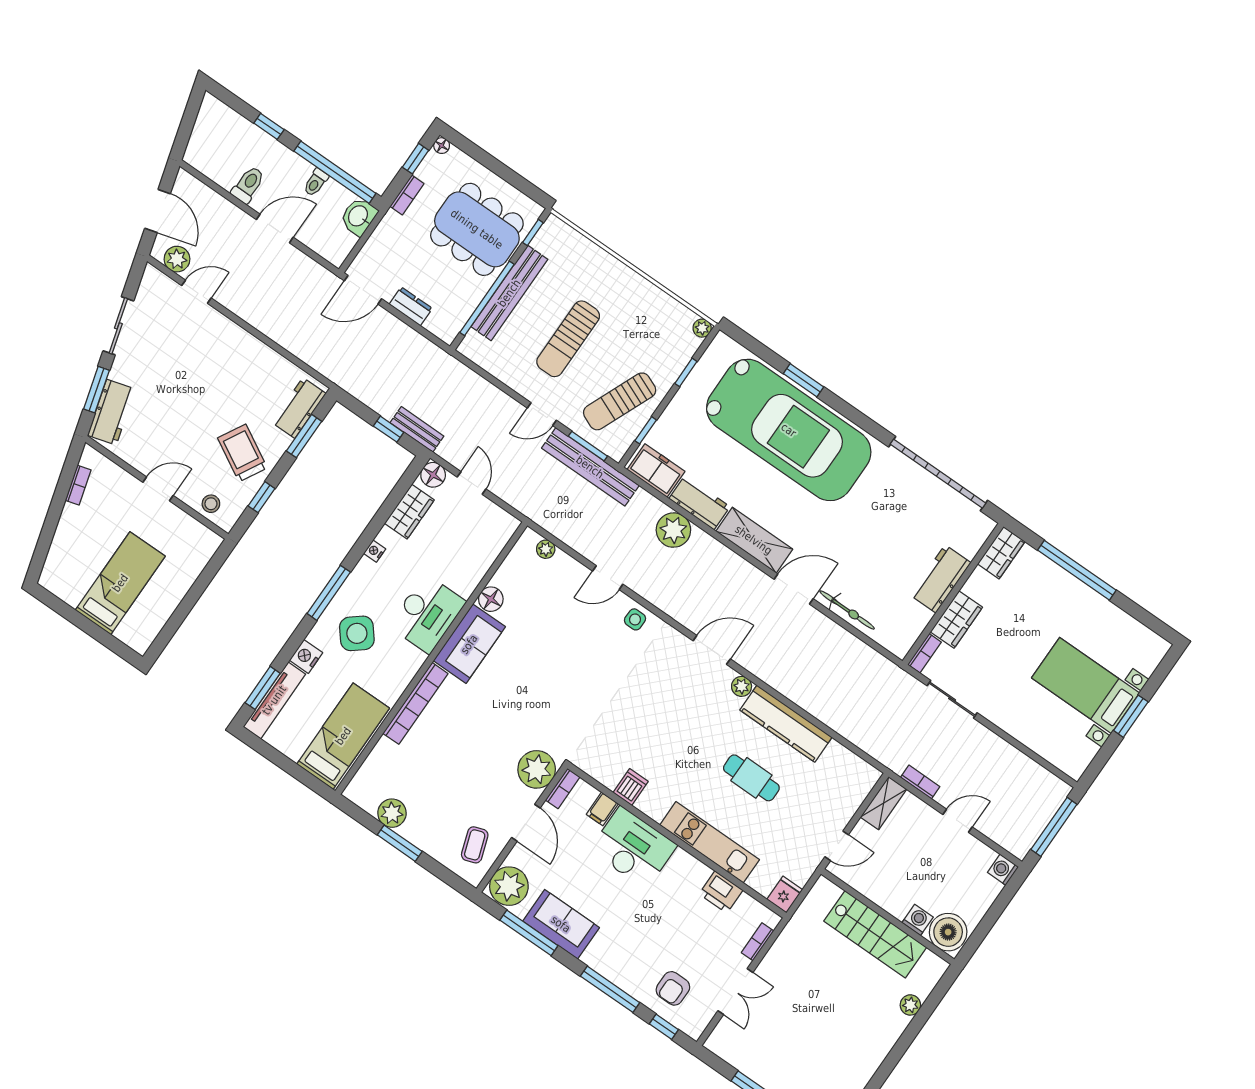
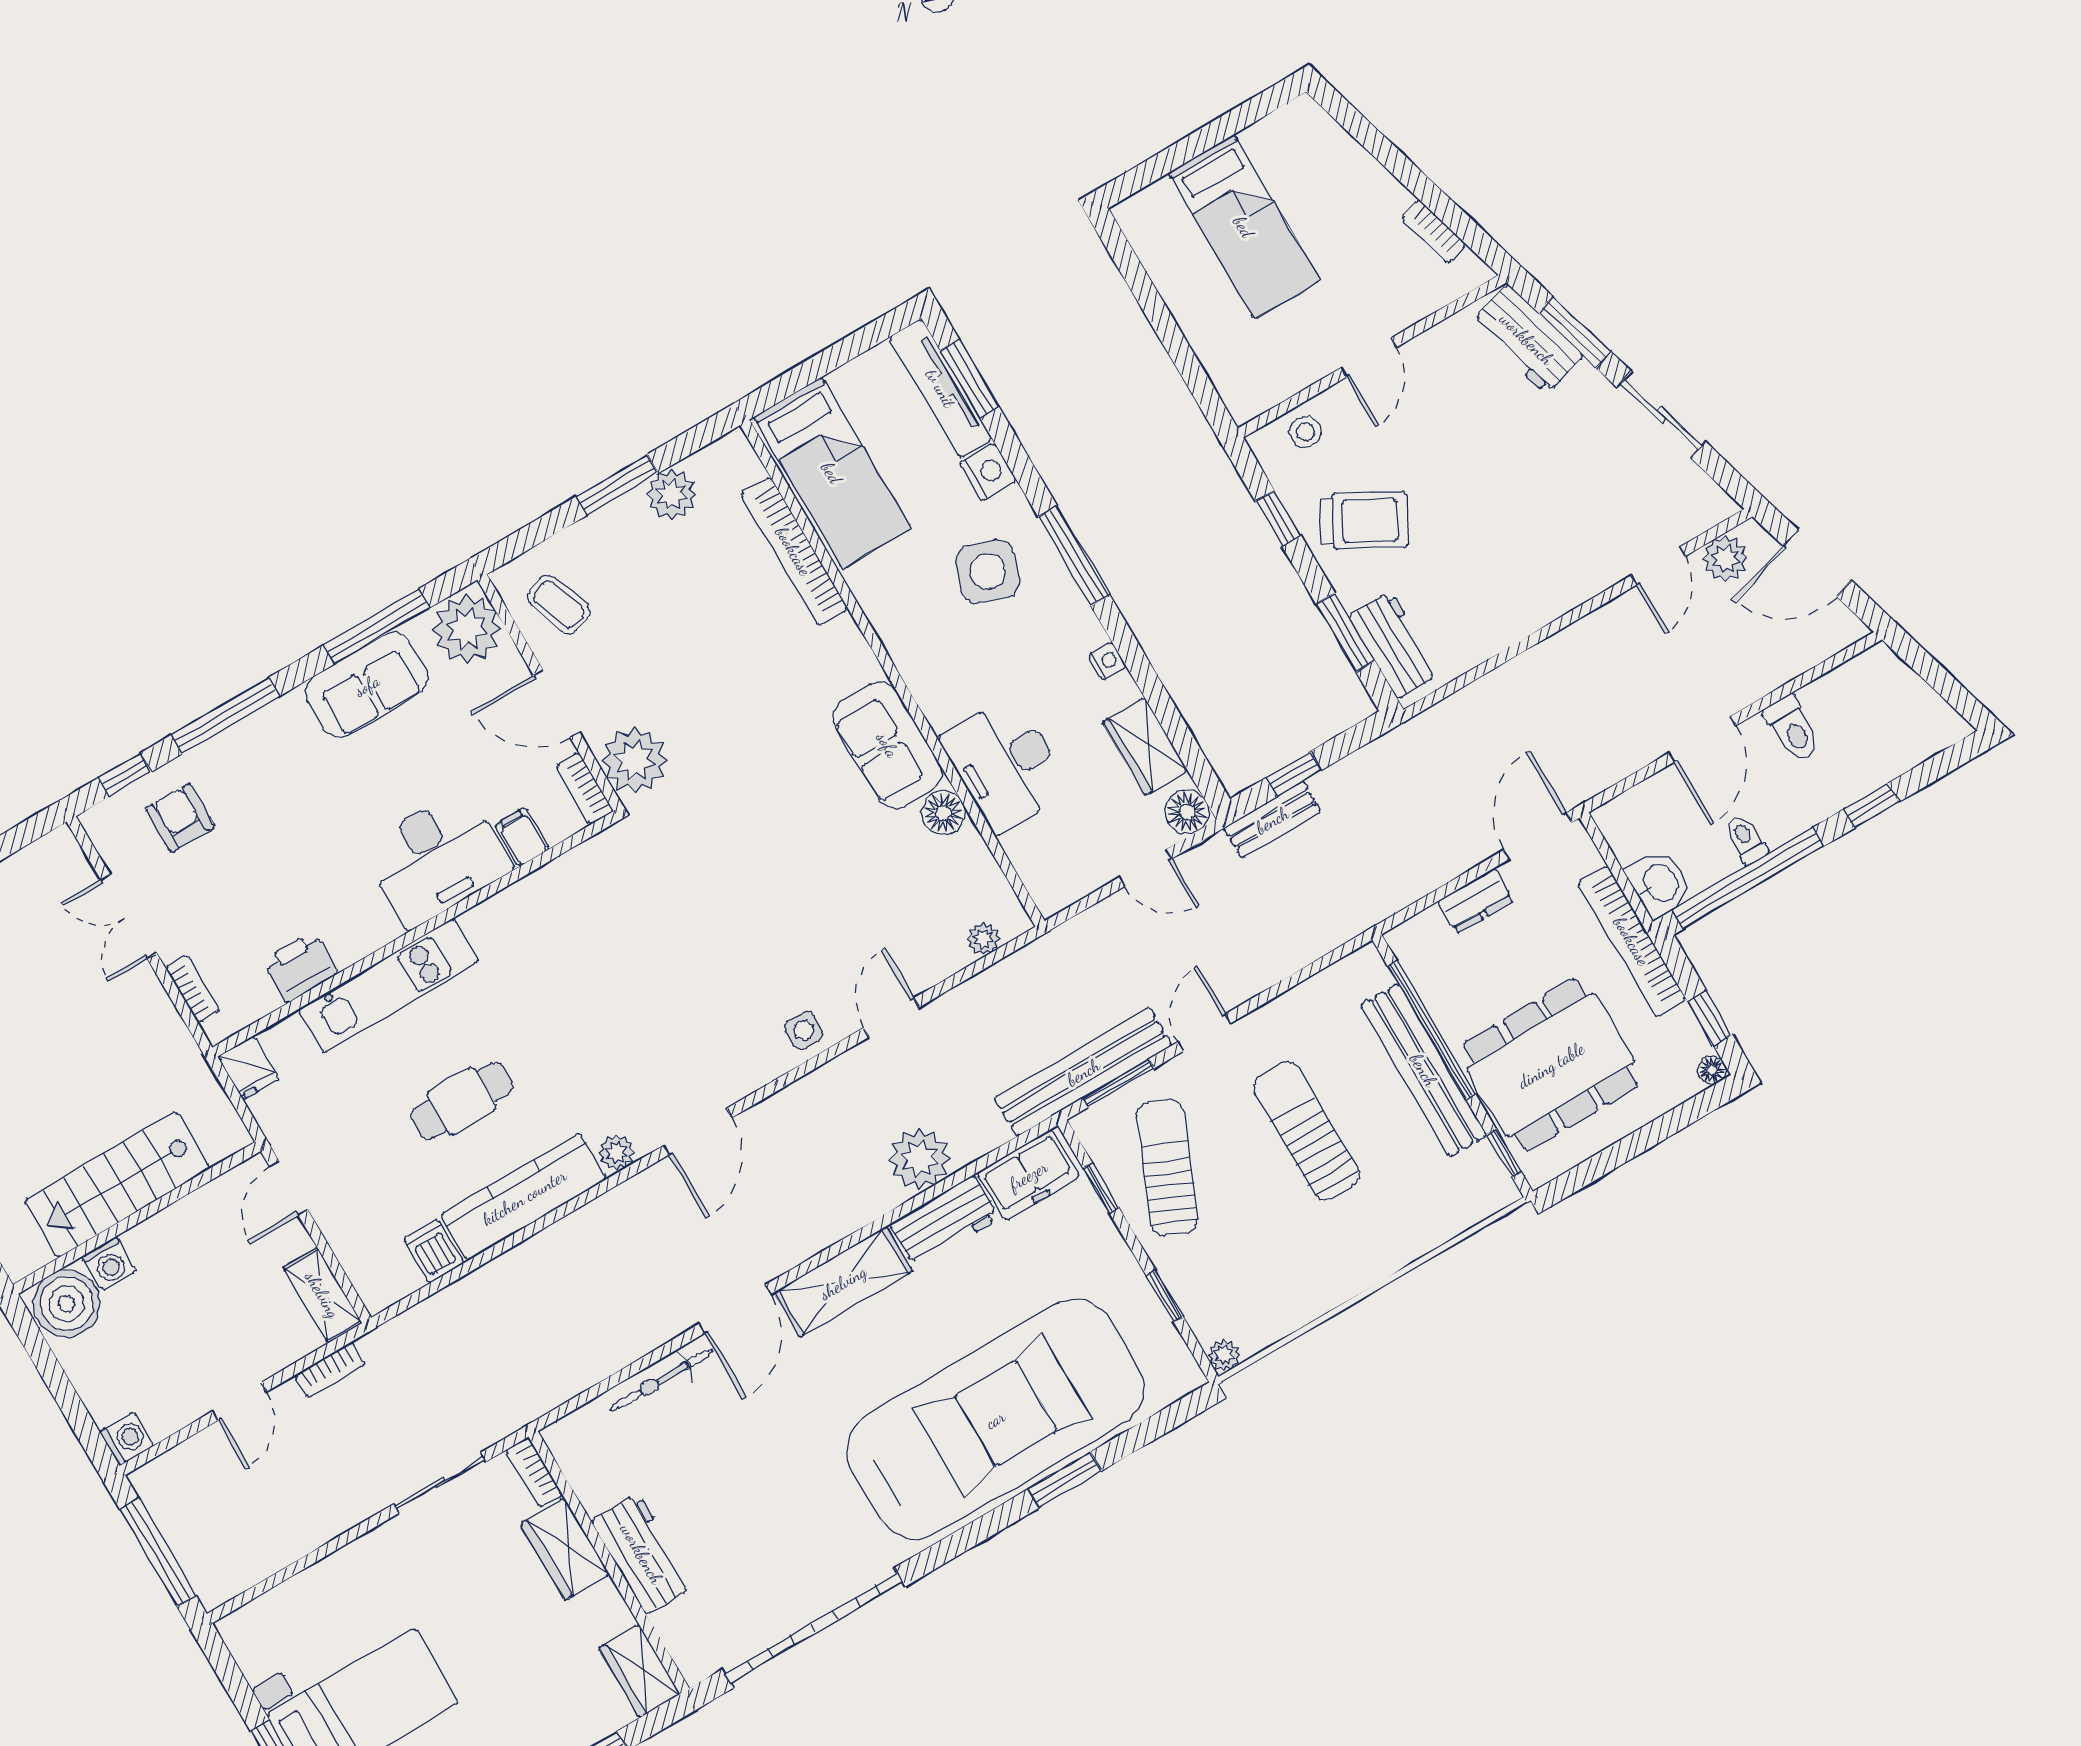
bookcase: (407, 195) -> (1632, 941), width x2.31, depth x1.31
car: (789, 430) -> (995, 1419), turned 180
desk: (427, 614) -> (1005, 764), moved
side table: (357, 633) -> (988, 571), turned -33
bookcase: (415, 703) -> (794, 551), moved
dishwasher: (631, 787) -> (434, 1251), moved, turned 180

